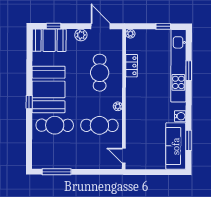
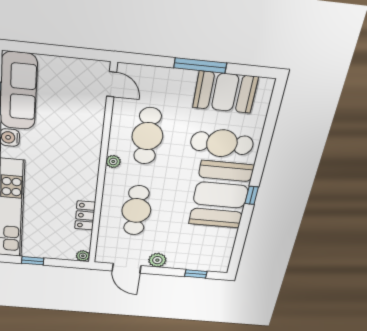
booth: (49, 40) -> (225, 92), moved
window: (29, 102) -> (252, 195), moved
cafe table: (99, 125) -> (147, 136), turned 90
window: (57, 172) -> (200, 65), moved

